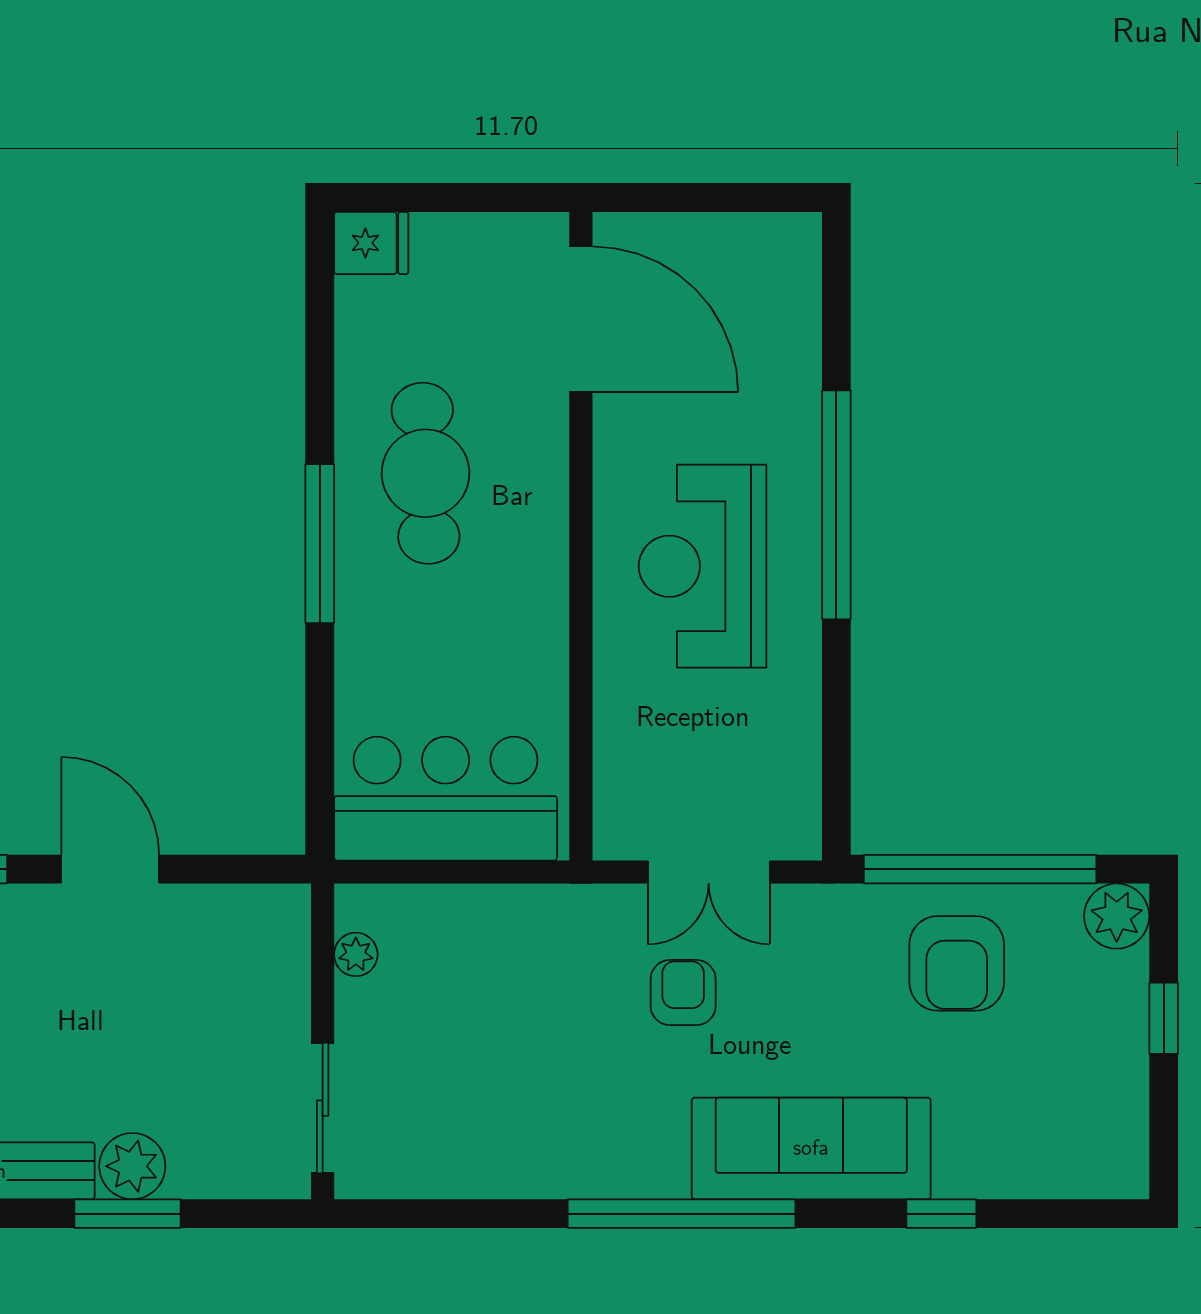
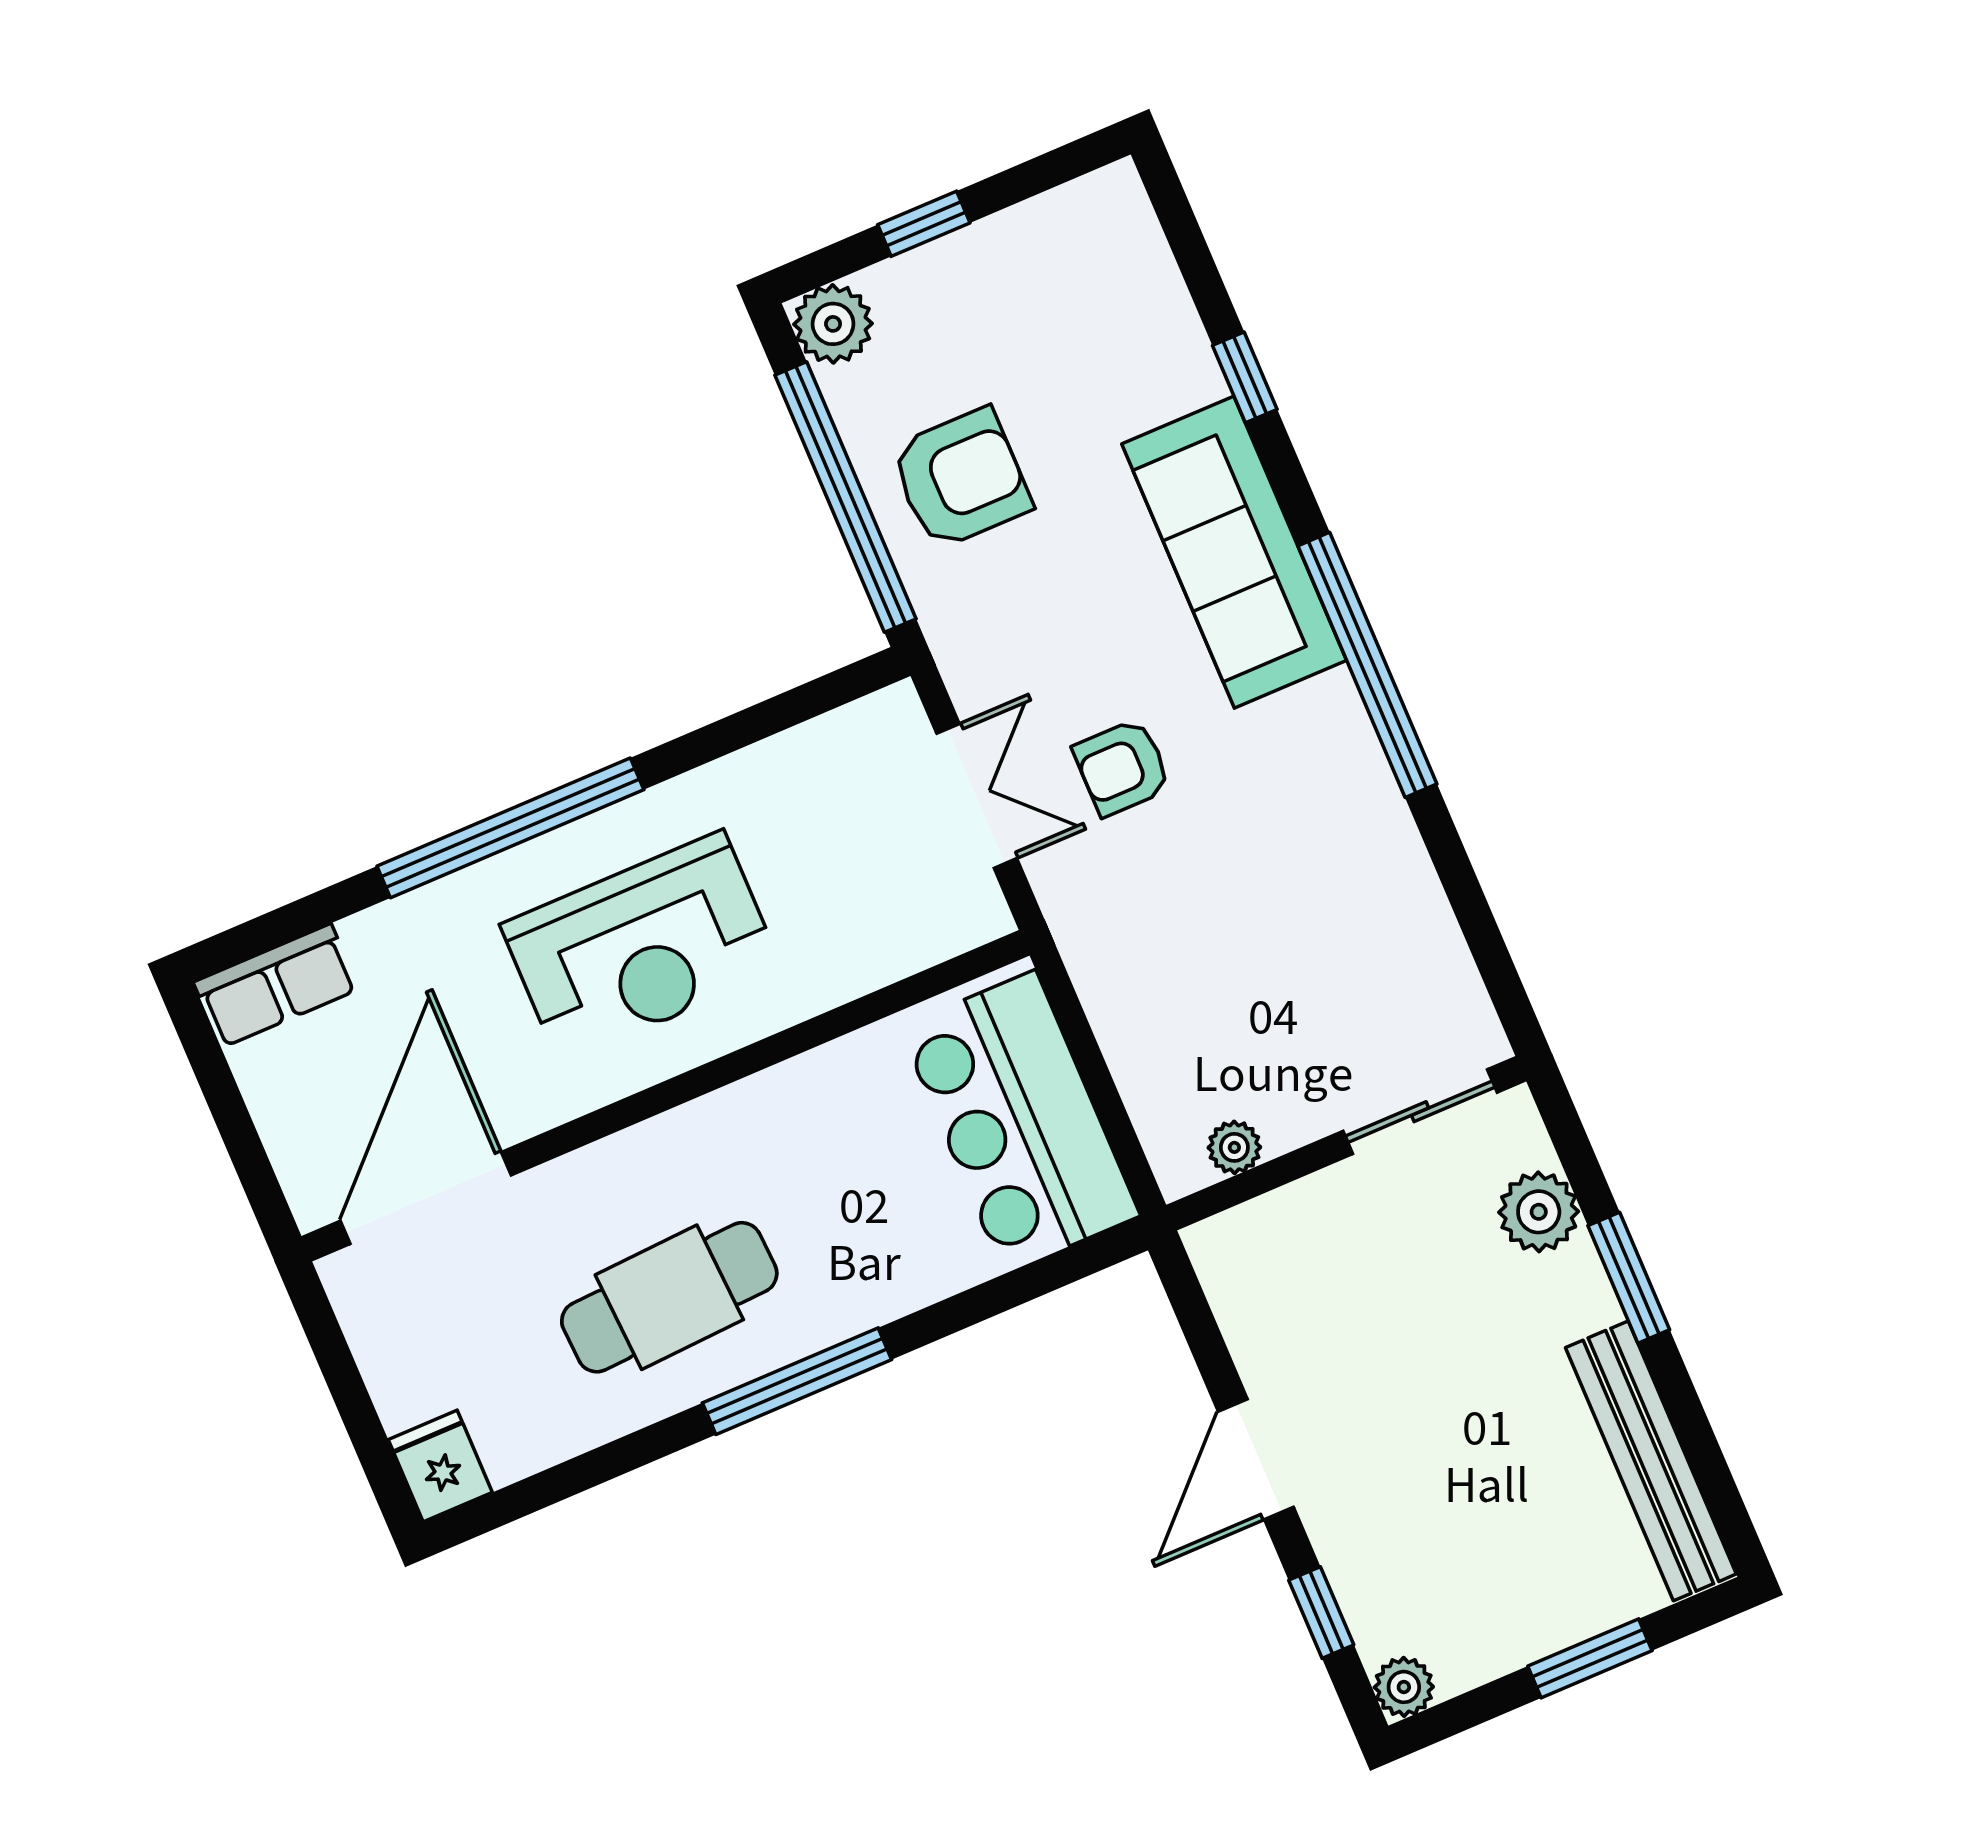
row of seats: (792, 274) -> (276, 986), added
plant: (132, 1166) -> (1539, 1212), moved

